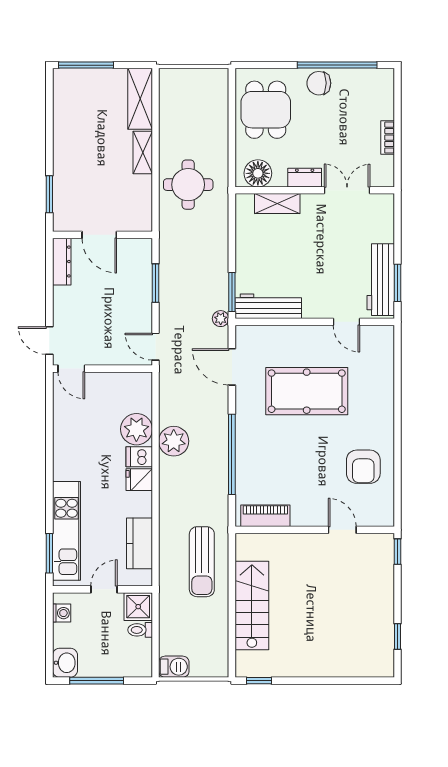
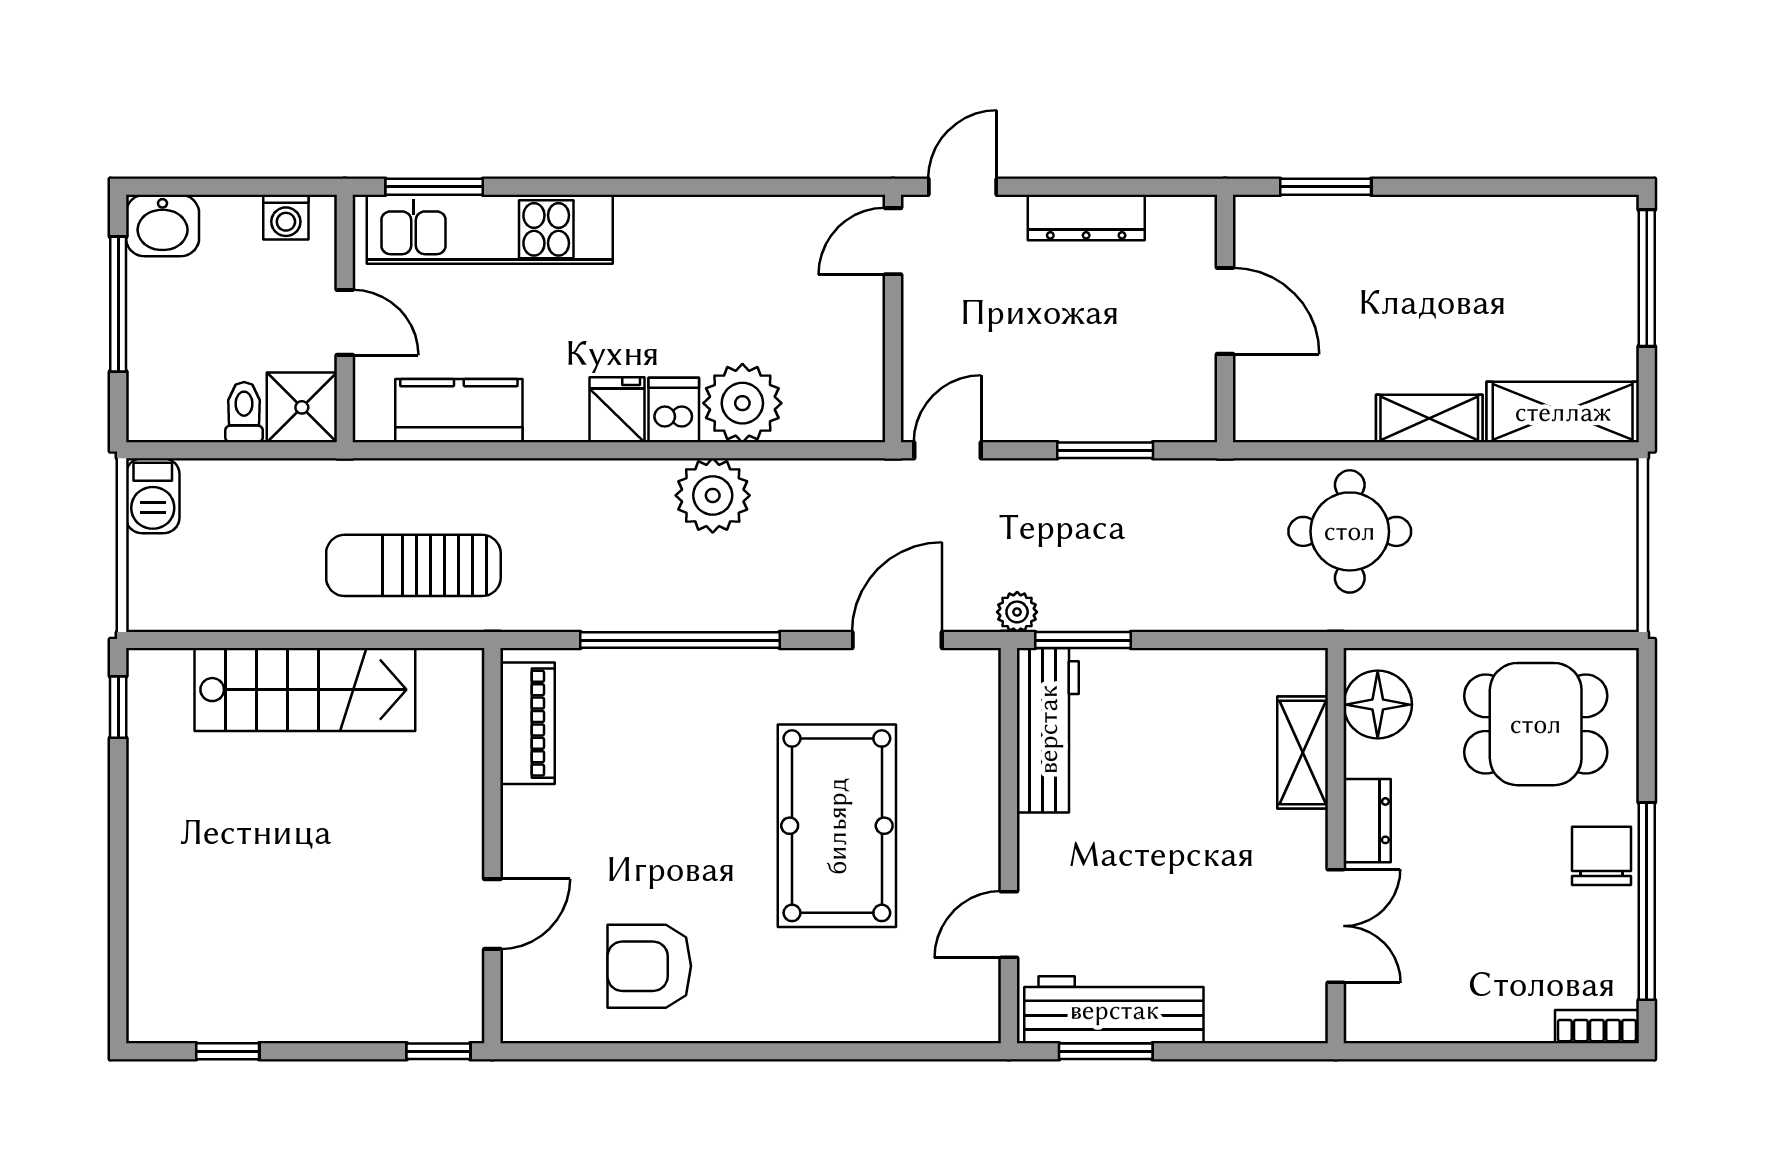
bookcase: (388, 138) -> (1597, 1027), moved
door: (99, 235) -> (1225, 311), swing flipped
dresser: (62, 262) -> (1086, 218), moved

